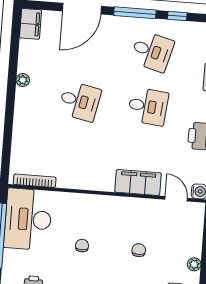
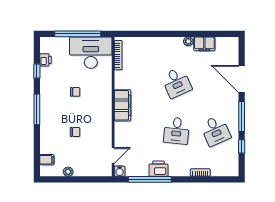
filing cabinet: (30, 24) -> (204, 44), moved
desk: (152, 51) -> (215, 131), turned -39
desk: (80, 101) -> (176, 82), turned -36
filing cabinet: (138, 182) -> (123, 105), moved

